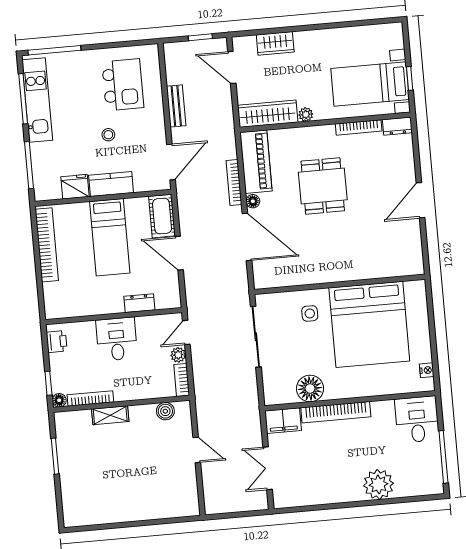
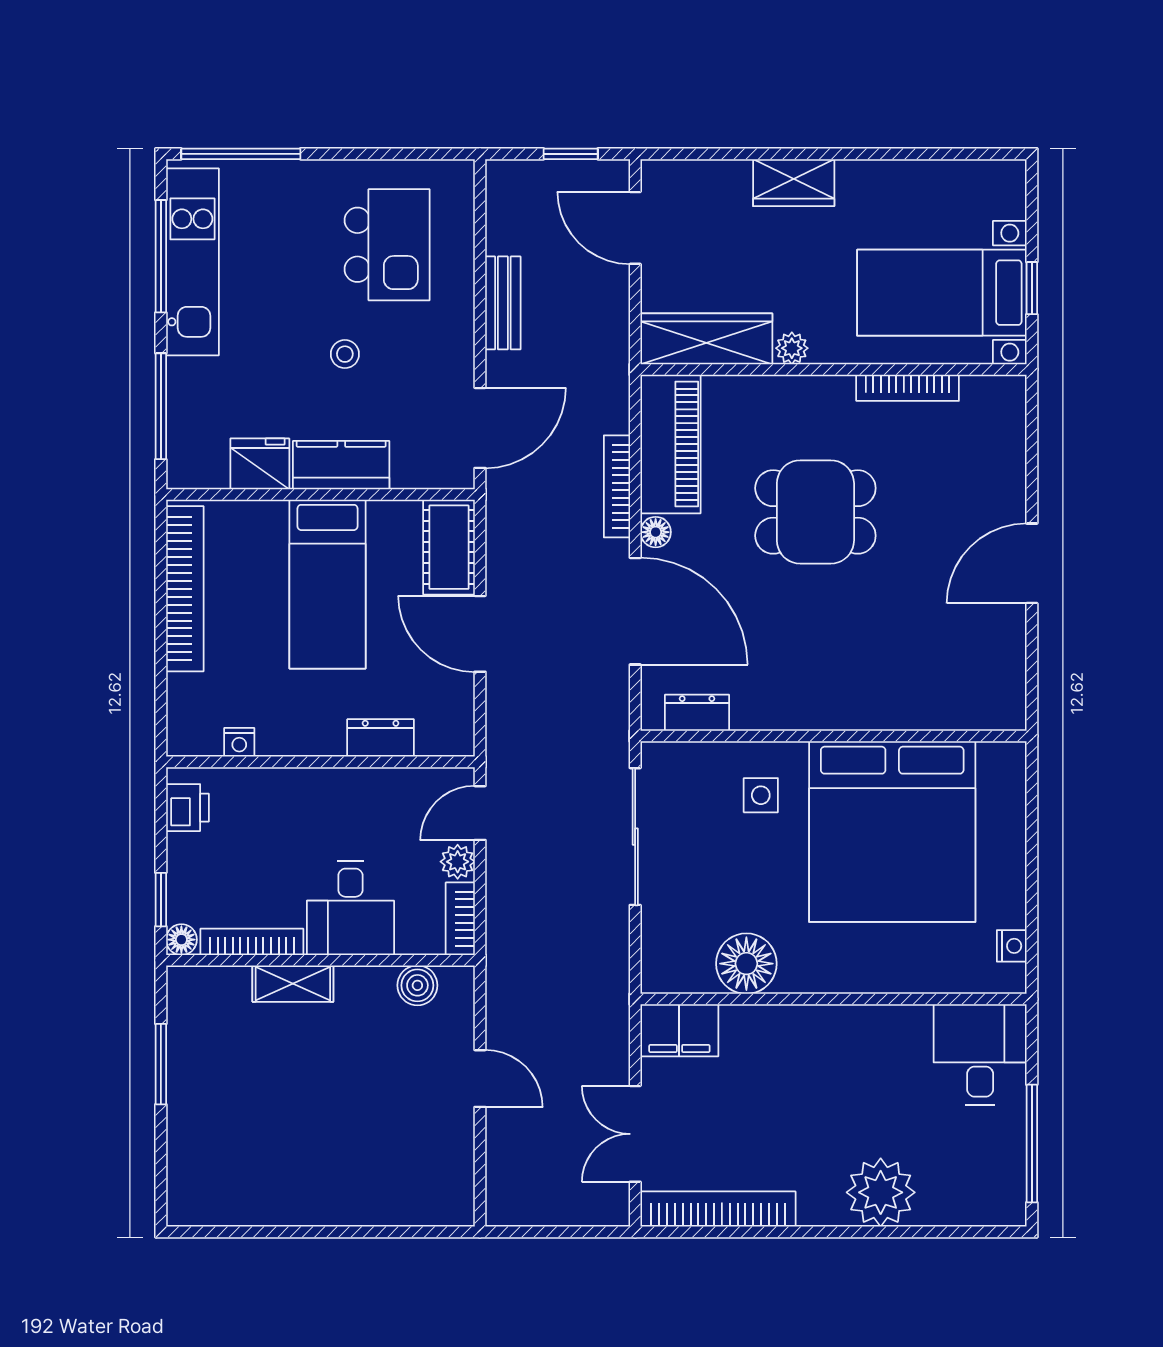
wardrobe: (275, 43) -> (794, 183), moved
dresser: (397, 126) -> (697, 713), moved, turned 180
dining table: (323, 186) -> (815, 512), turned 90
nightstand: (77, 311) -> (239, 742), added
desk: (117, 339) -> (350, 908), moved, turned 180
bookcase: (336, 412) -> (718, 1209), moved, turned 180

